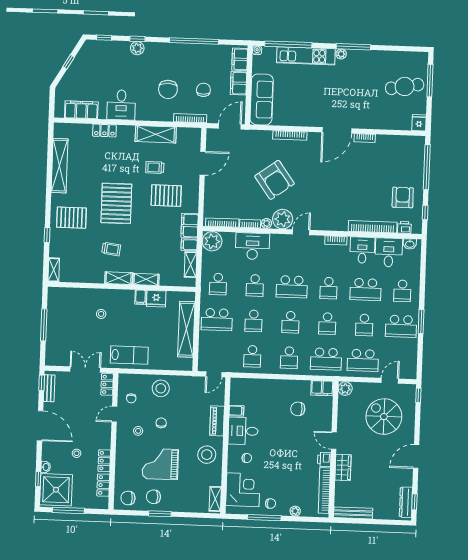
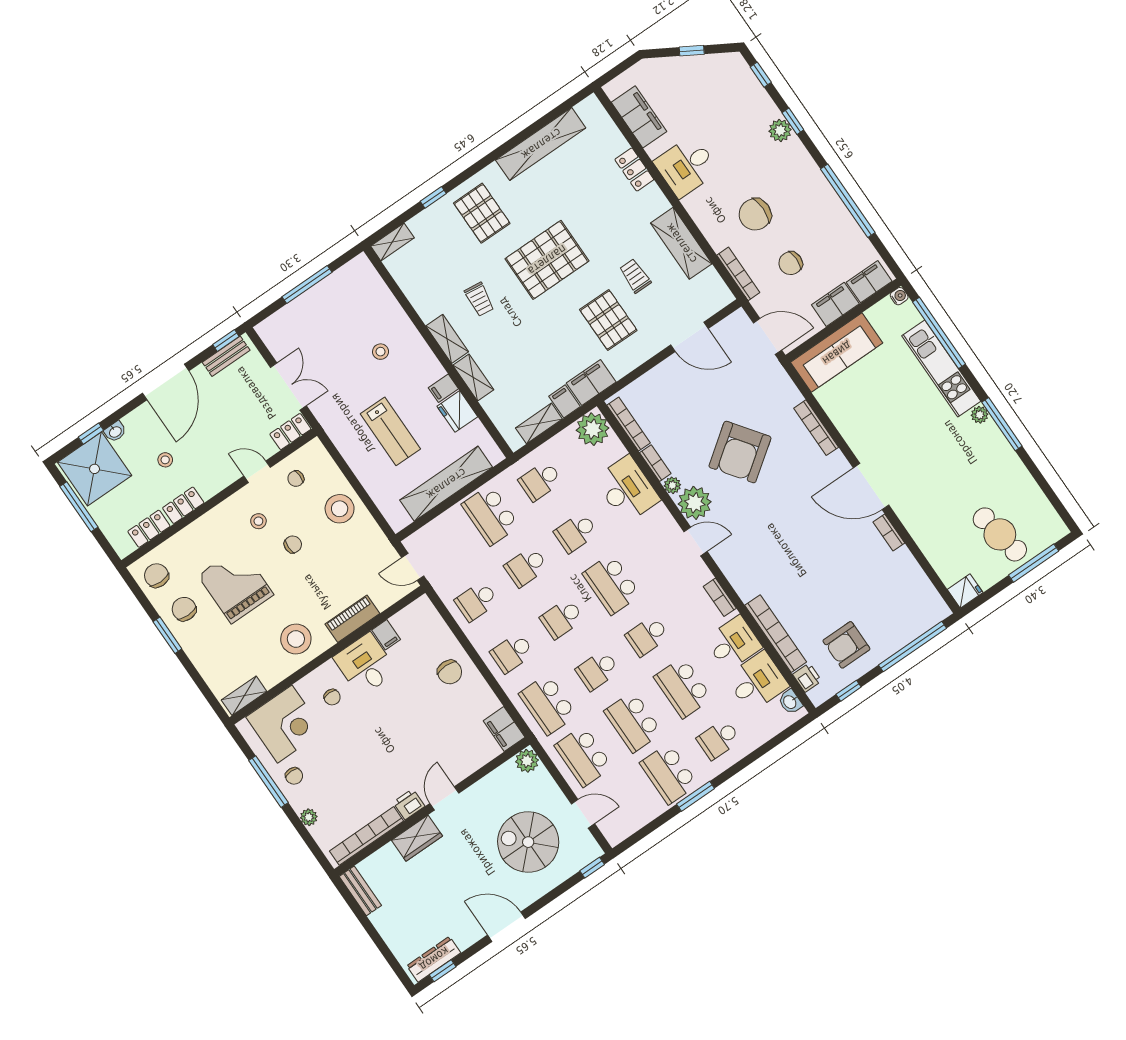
chair: (203, 90) -> (791, 263), turned 180
armchair: (403, 197) -> (846, 645), turned 180
school desk: (364, 325) -> (633, 722), width x1.85
lab bench: (129, 355) -> (390, 431), moved
chair: (298, 409) -> (450, 672), moved, turned 180
spiral stairs: (384, 417) -> (528, 842), turned -90
bench: (353, 513) -> (360, 891), width x0.73

